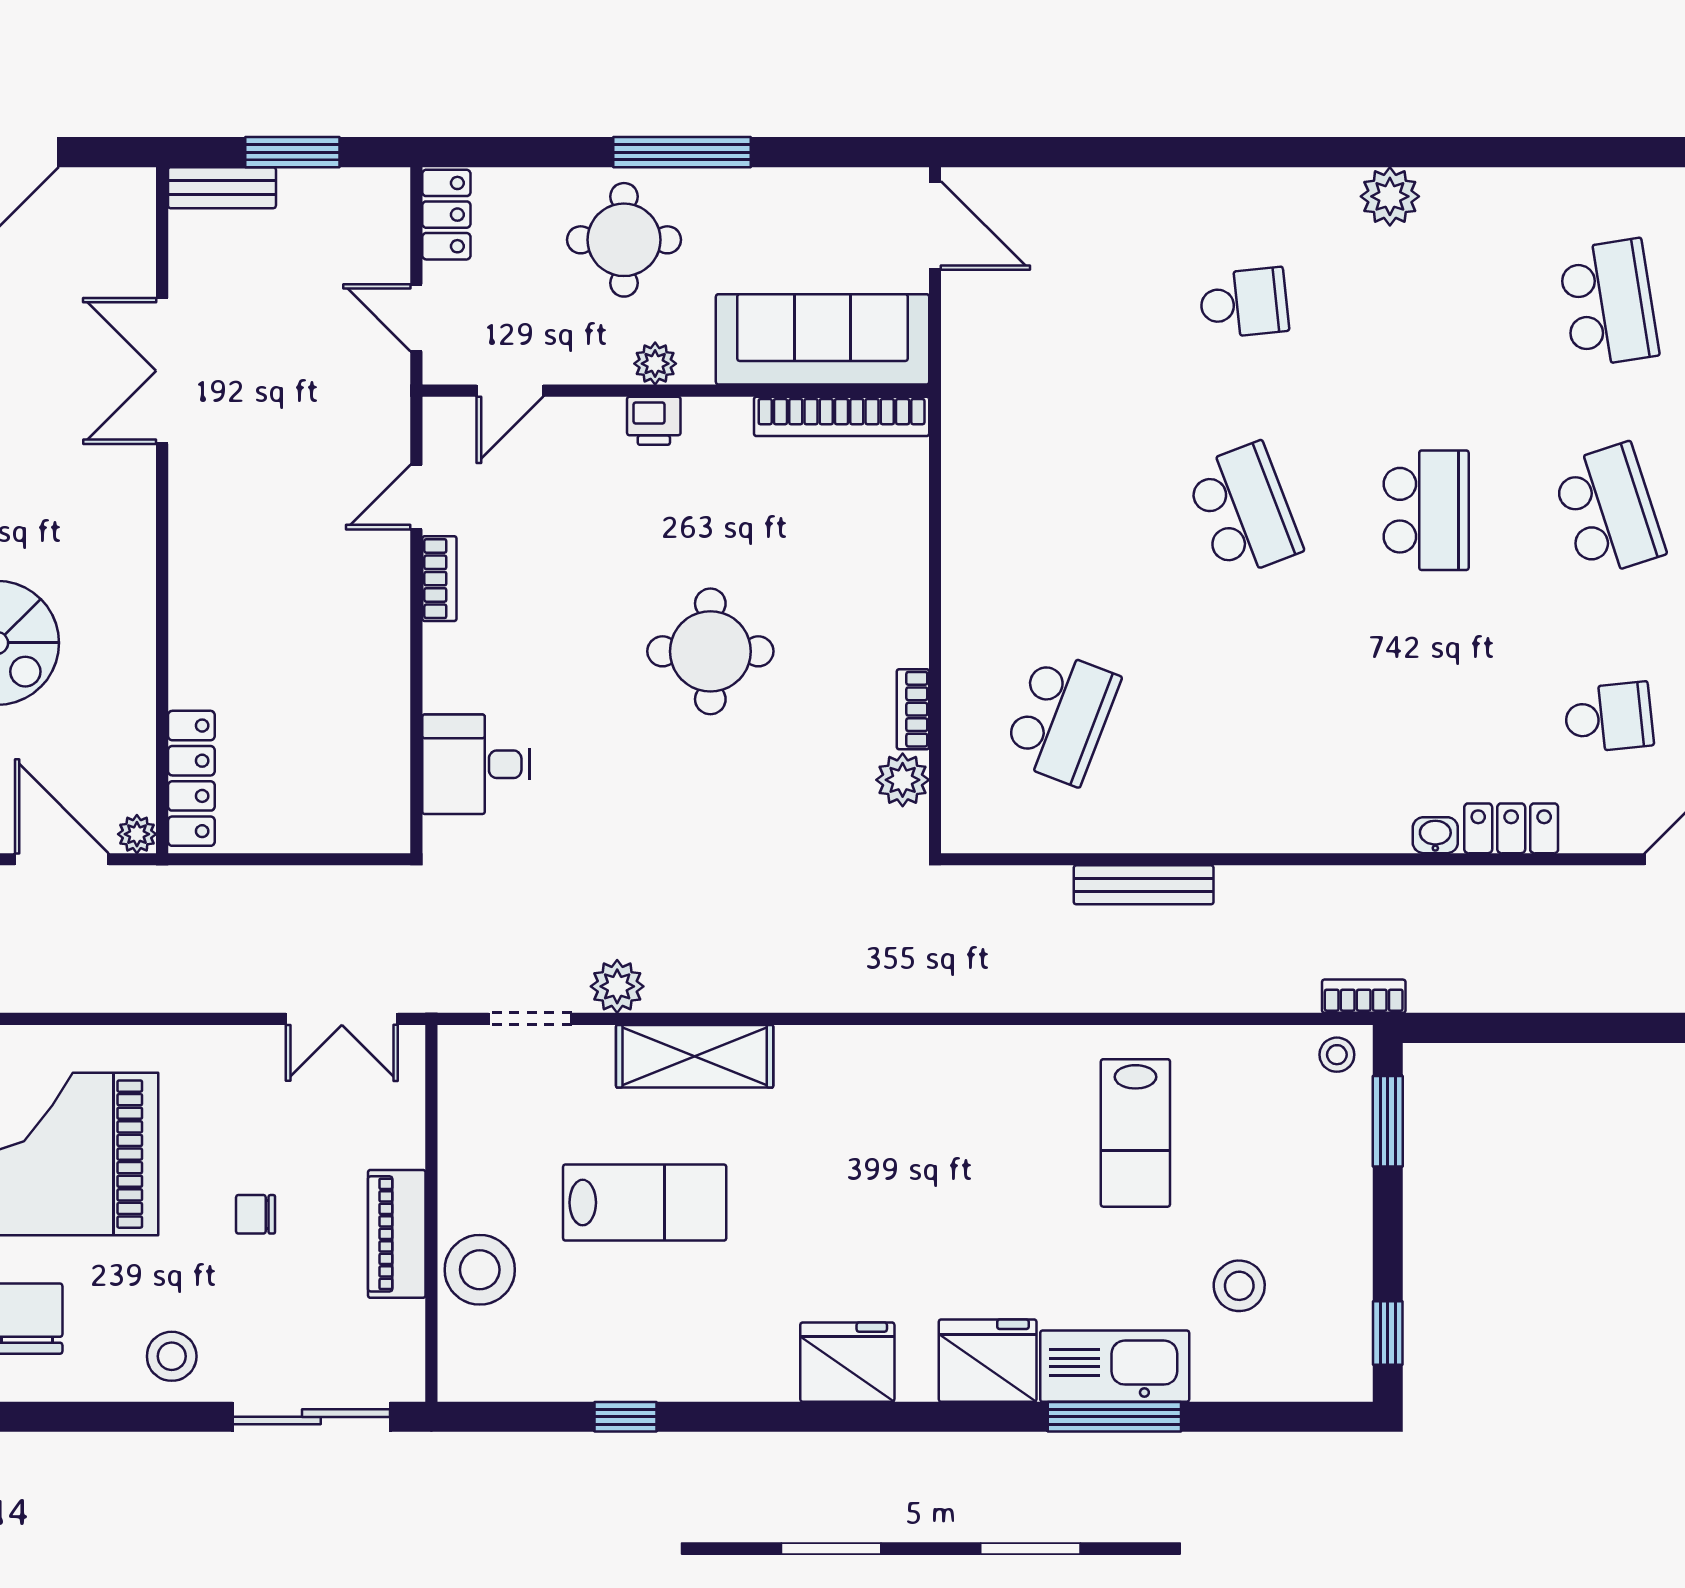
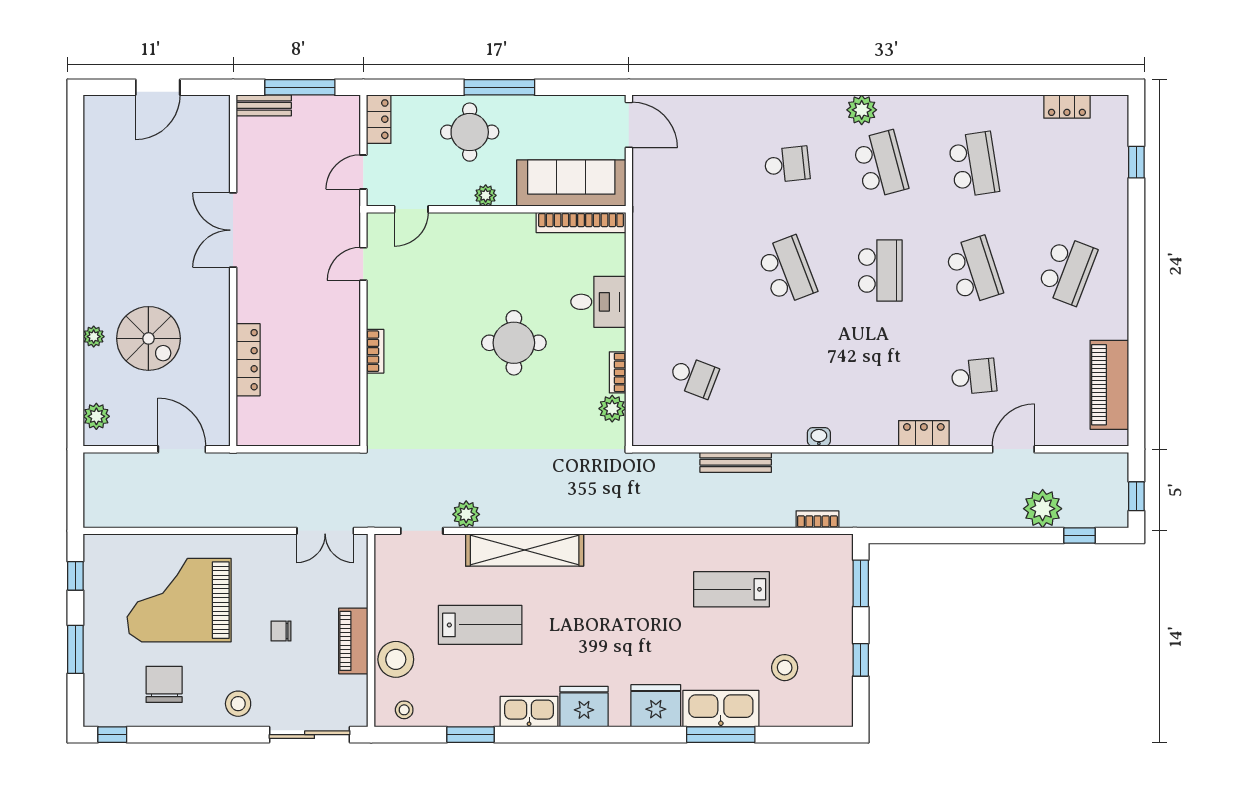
window: (292, 152) -> (300, 87), width x1.44
school desk: (1426, 303) -> (880, 164), added
door: (416, 318) -> (363, 172), hinge flipped
double door: (162, 371) -> (233, 230), moved
printer: (654, 421) -> (485, 225), removed
bookcase: (439, 579) -> (375, 351), moved
school desk: (1061, 717) -> (694, 377), width x0.54
desk: (476, 764) -> (598, 302), moved, turned 180
locker: (191, 778) -> (248, 360), moved
plant: (137, 834) -> (220, 436), removed
washbasin: (1435, 835) -> (819, 437), moved
bookcase: (1364, 996) -> (817, 519), moved
stool: (1337, 1055) -> (404, 710), moved
shelving: (695, 1056) -> (525, 550), width x1.47
lab bench: (1135, 1133) -> (731, 589), turned 90
window: (1388, 1333) -> (861, 660), moved
kitchen sink: (740, 1372) -> (529, 712), added
window: (626, 1417) -> (470, 735), width x1.50

